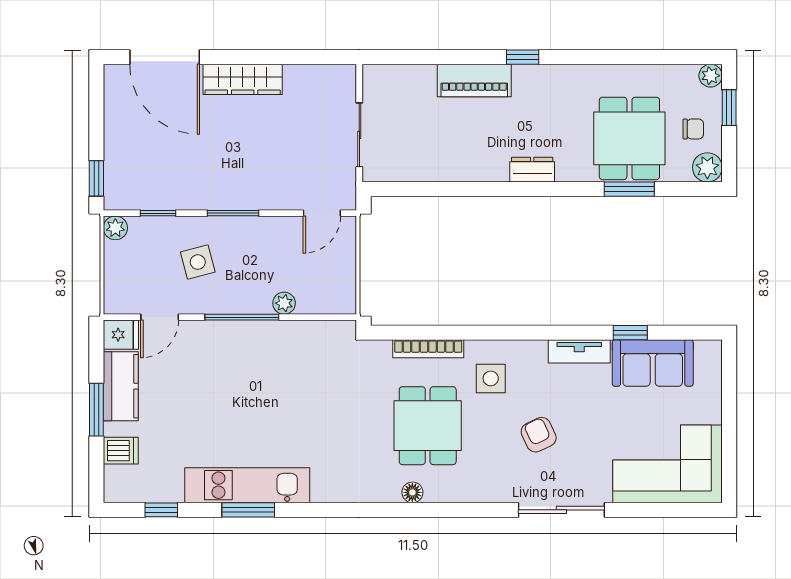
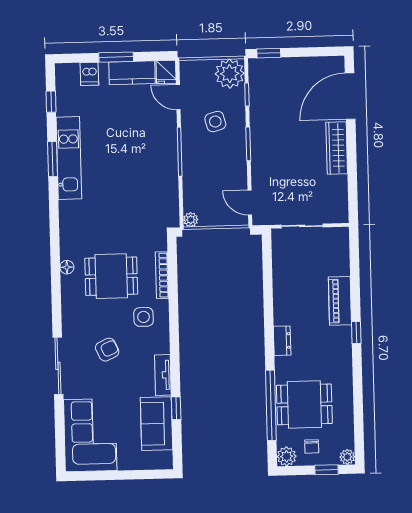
window: (629, 189) -> (271, 405), width x2.11
plant: (115, 228) -> (230, 74), width x1.87, depth x1.87
plant: (284, 303) -> (191, 220), moved

